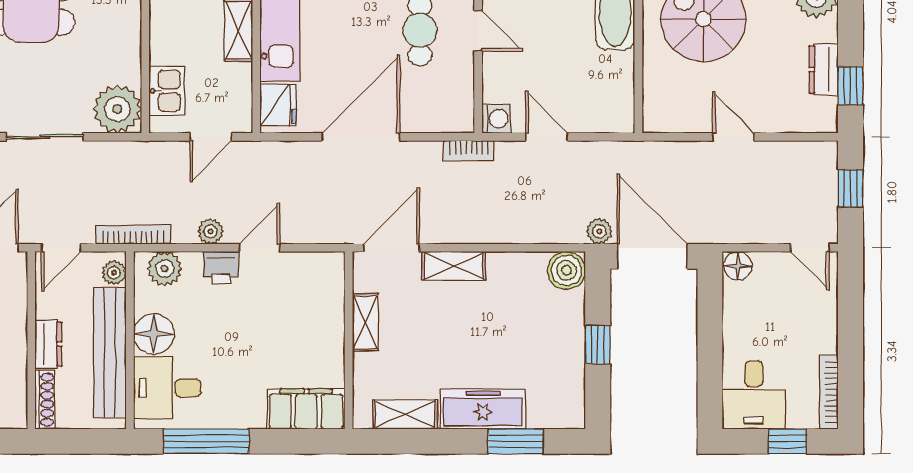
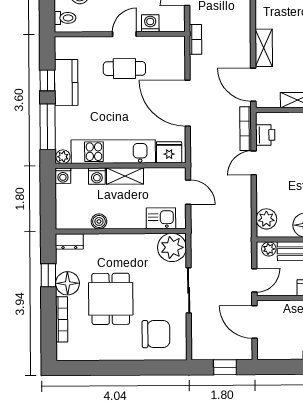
washing machine: (496, 119) -> (150, 23), moved
plant: (211, 231) -> (244, 192), removed
bookcase: (133, 235) -> (246, 129), moved
door: (61, 248) -> (254, 280), hinge flipped
door: (260, 248) -> (254, 163), hinge flipped
printer: (221, 267) -> (265, 135), moved

